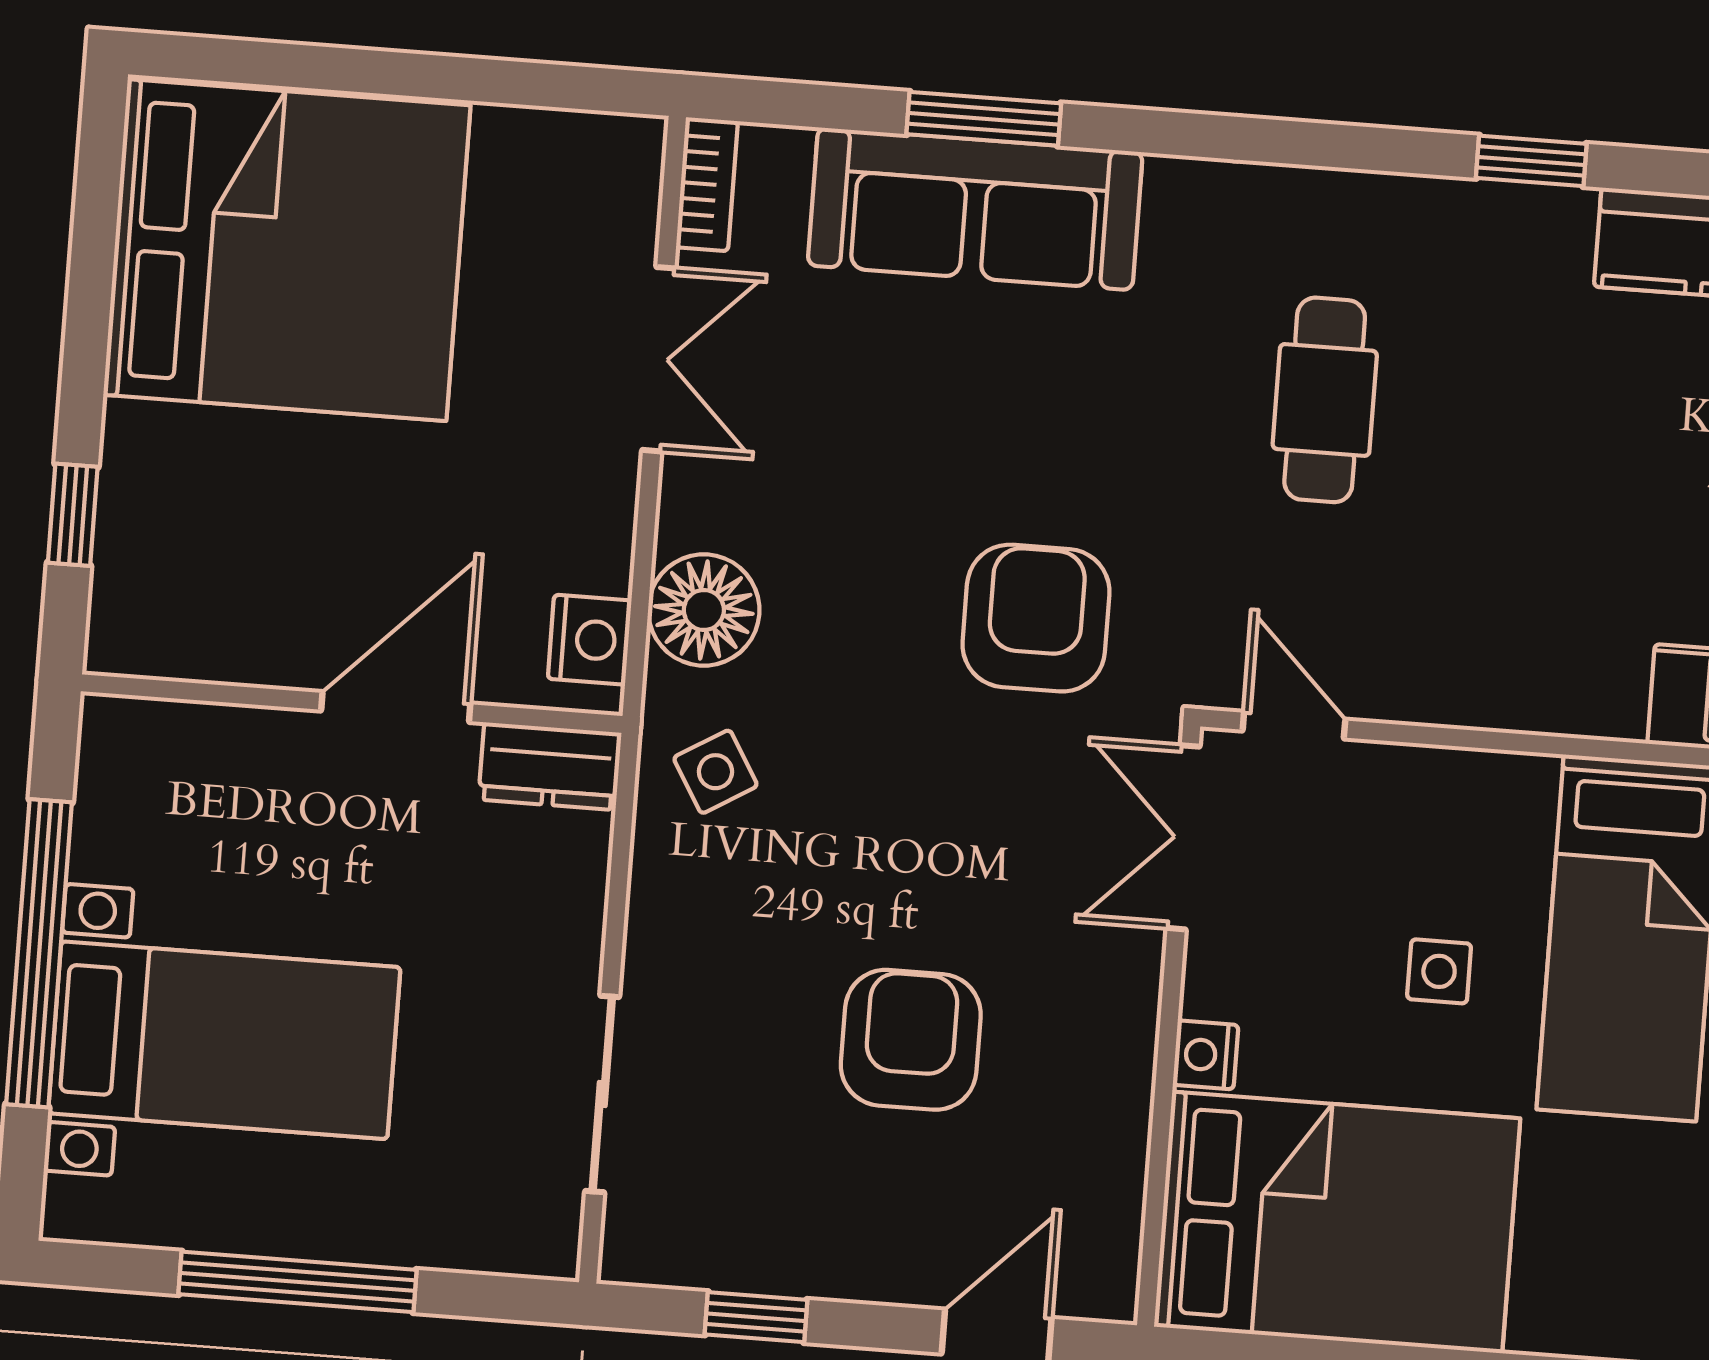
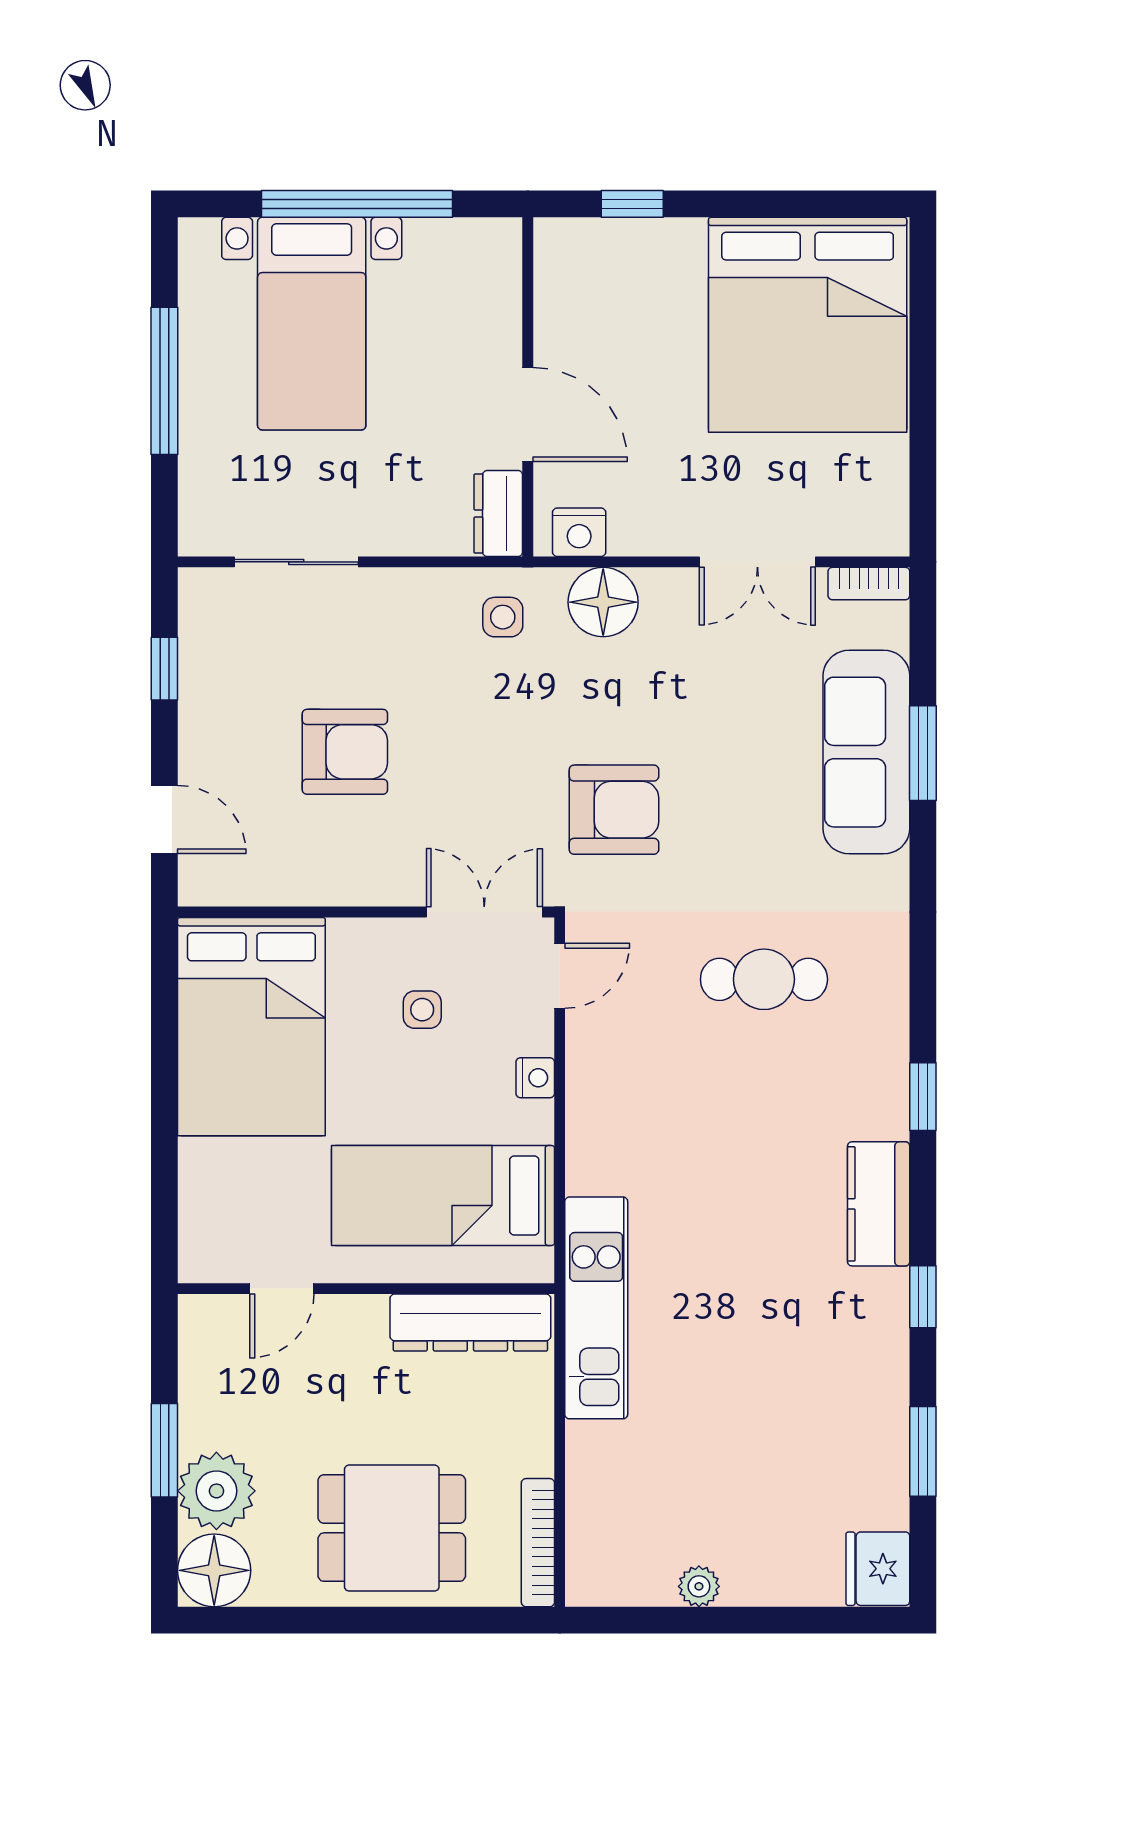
side table: (715, 772) -> (503, 617), turned 31
side table: (1439, 971) -> (422, 1010), moved
nightstand: (1206, 1055) -> (535, 1078), moved, turned 90

